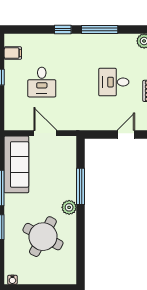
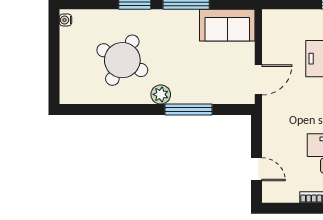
door: (45, 133) -> (258, 80), moved
sofa: (16, 164) -> (227, 25), width x0.73

